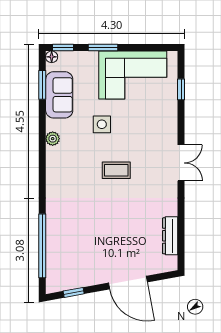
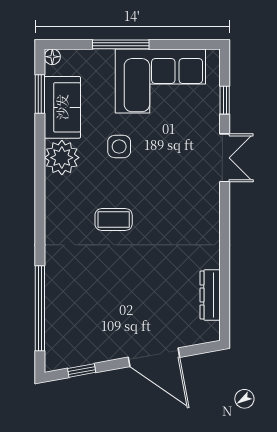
window: (63, 47) -> (67, 44), removed
window: (103, 47) -> (121, 44), width x1.44
plant: (53, 139) -> (62, 158), width x1.88, depth x1.88
double door: (181, 163) -> (225, 158), moved
coffee table: (116, 170) -> (114, 219), moved

